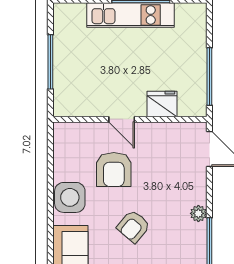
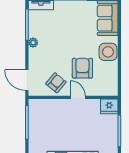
fridge: (162, 104) -> (109, 106), moved
armchair: (133, 226) -> (56, 83), moved

